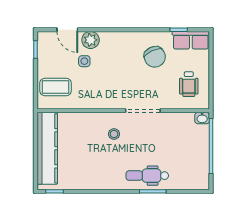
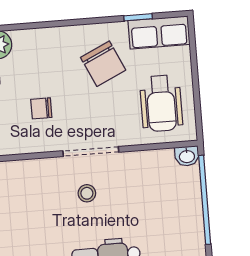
chair: (114, 81) -> (41, 108), added
wheelchair: (189, 84) -> (161, 103), width x1.36, depth x1.37
stool: (114, 134) -> (87, 193), moved

